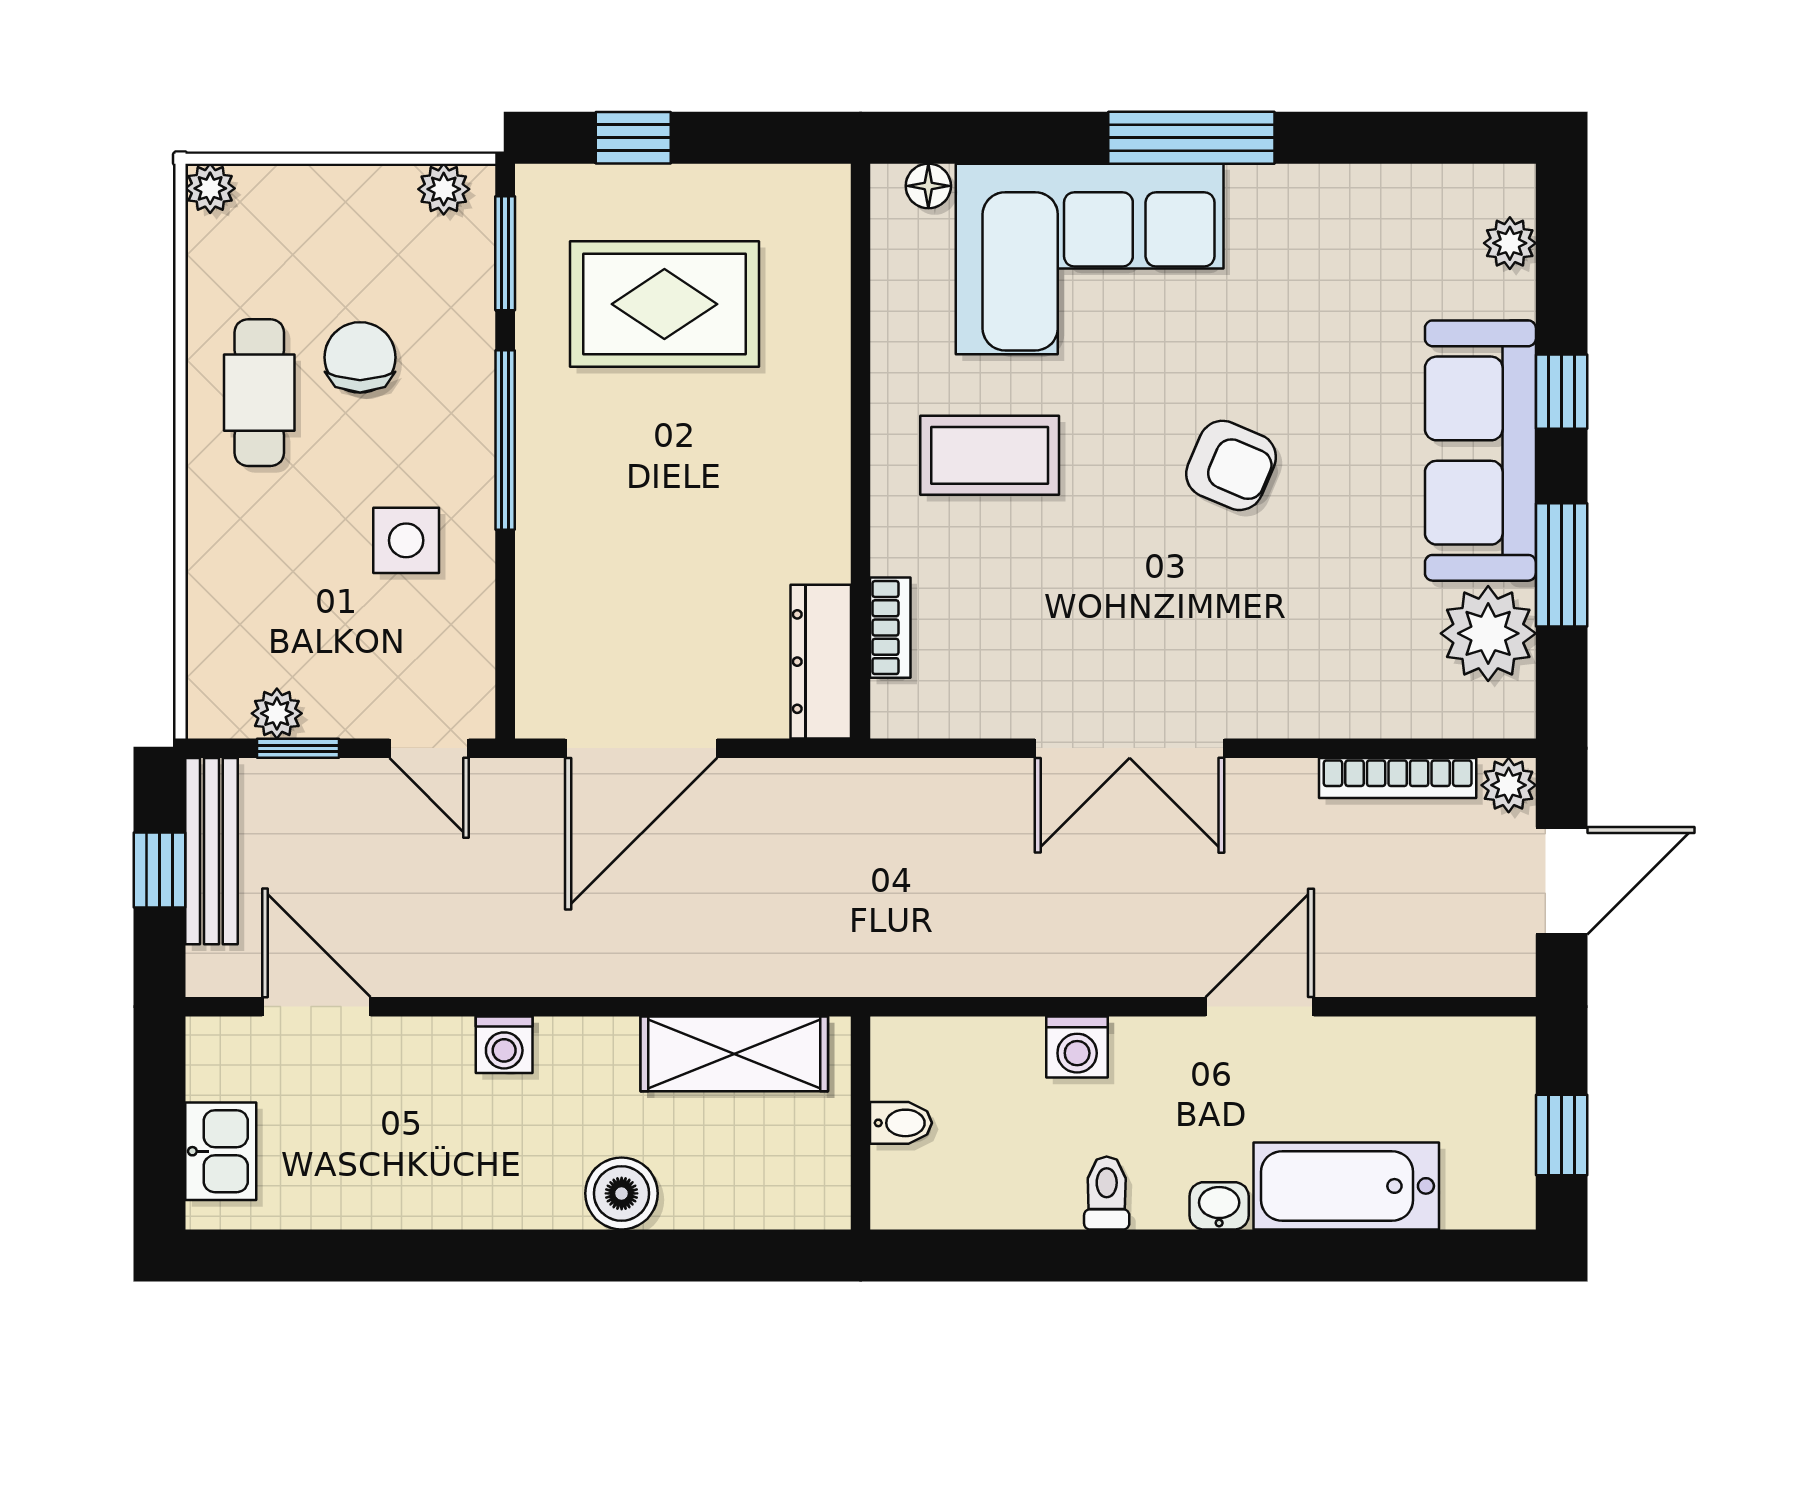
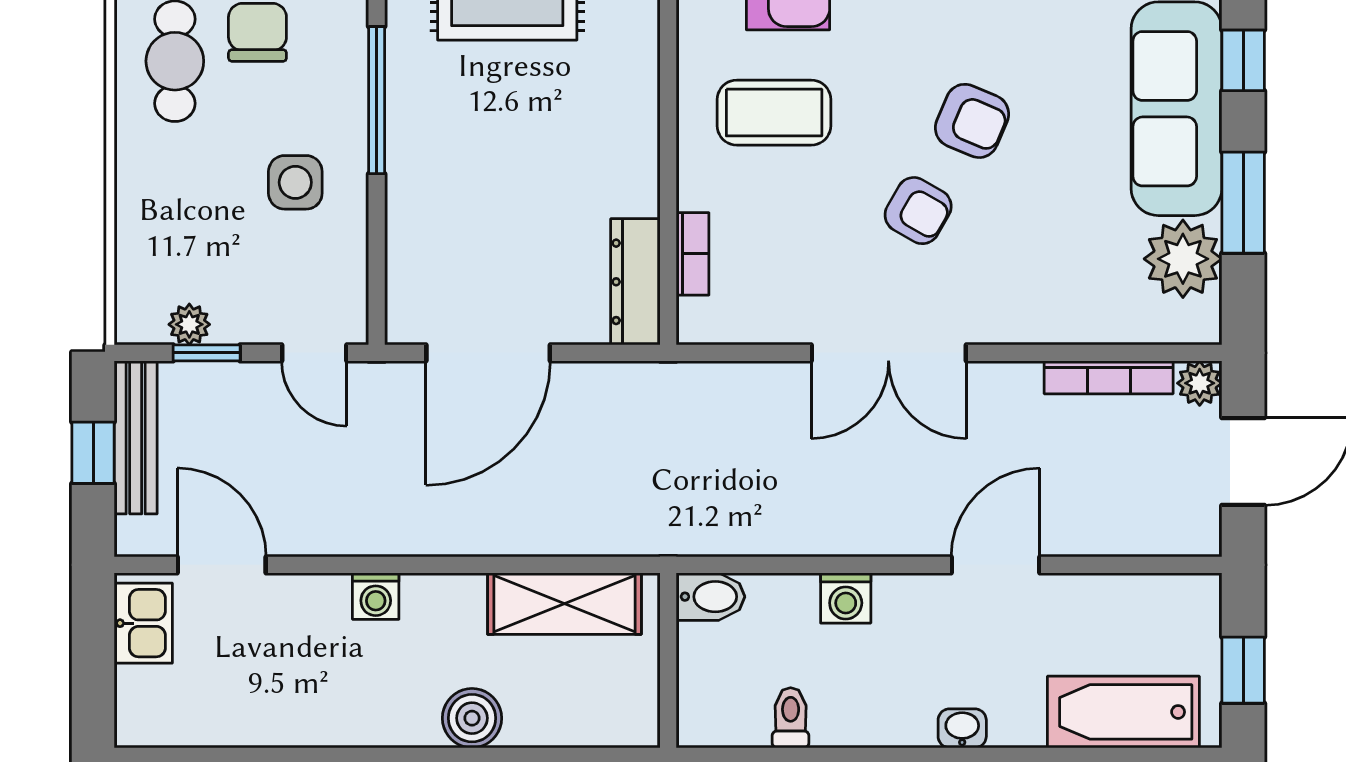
armchair: (1165, 575) -> (918, 211), added
bidet: (901, 1123) -> (710, 597), moved, width x1.38, depth x1.36
kitchen sink: (221, 1151) -> (143, 623), moved
bathtub: (1346, 1186) -> (1123, 712), moved
toilet: (1107, 1193) -> (791, 718), moved

